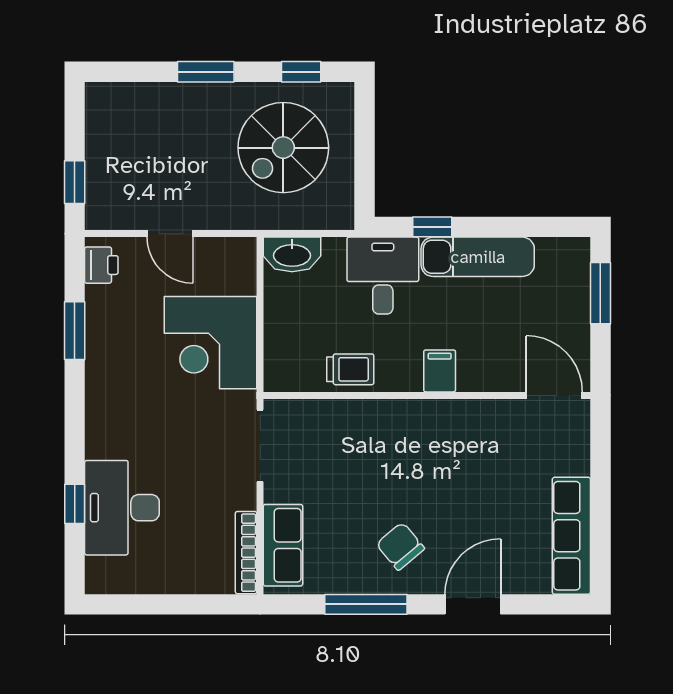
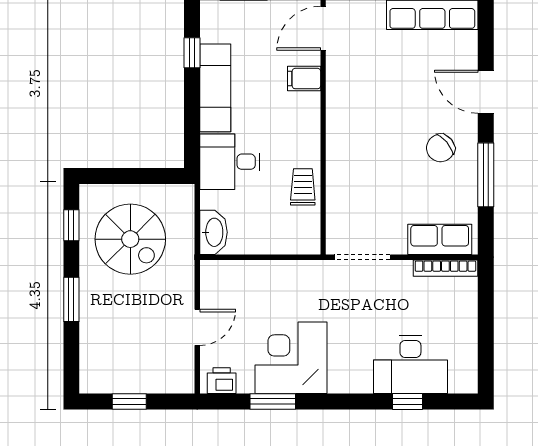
window: (75, 182) -> (129, 401), moved
window: (432, 227) -> (192, 53), moved
corner desk: (210, 343) -> (291, 358), moved, turned 180
filing cabinet: (440, 371) -> (304, 79), moved

